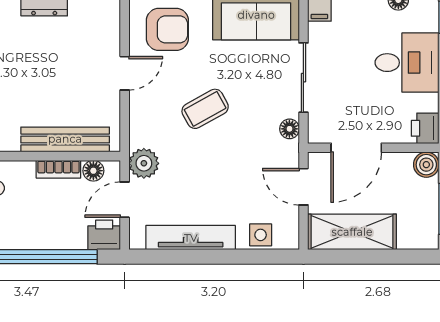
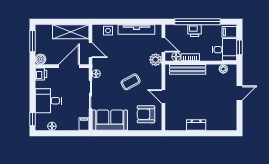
door: (125, 73) -> (163, 96), hinge flipped
door: (125, 200) -> (163, 45), hinge flipped
printer: (104, 235) -> (195, 31), moved

